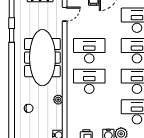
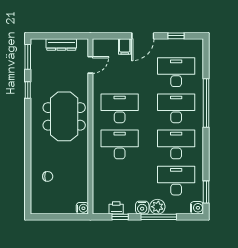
meeting table: (42, 58) -> (64, 116), width x0.73
plant: (58, 100) -> (83, 166), removed

